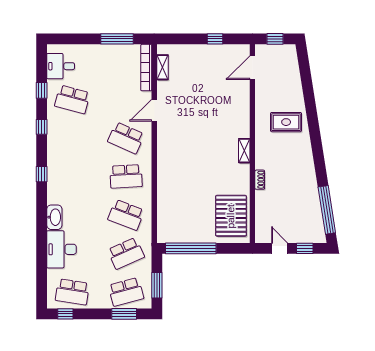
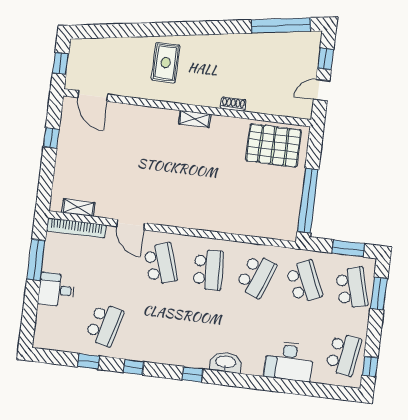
desk: (61, 66) -> (56, 290), moved, turned 90
school desk: (126, 138) -> (161, 264), turned -42
washbasin: (54, 217) -> (226, 362), moved

